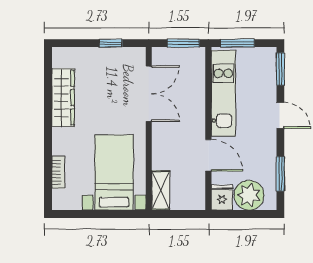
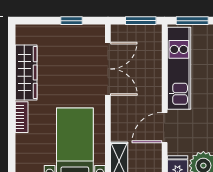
door: (208, 155) -> (165, 128), swing flipped
bookcase: (58, 172) -> (22, 117), moved

